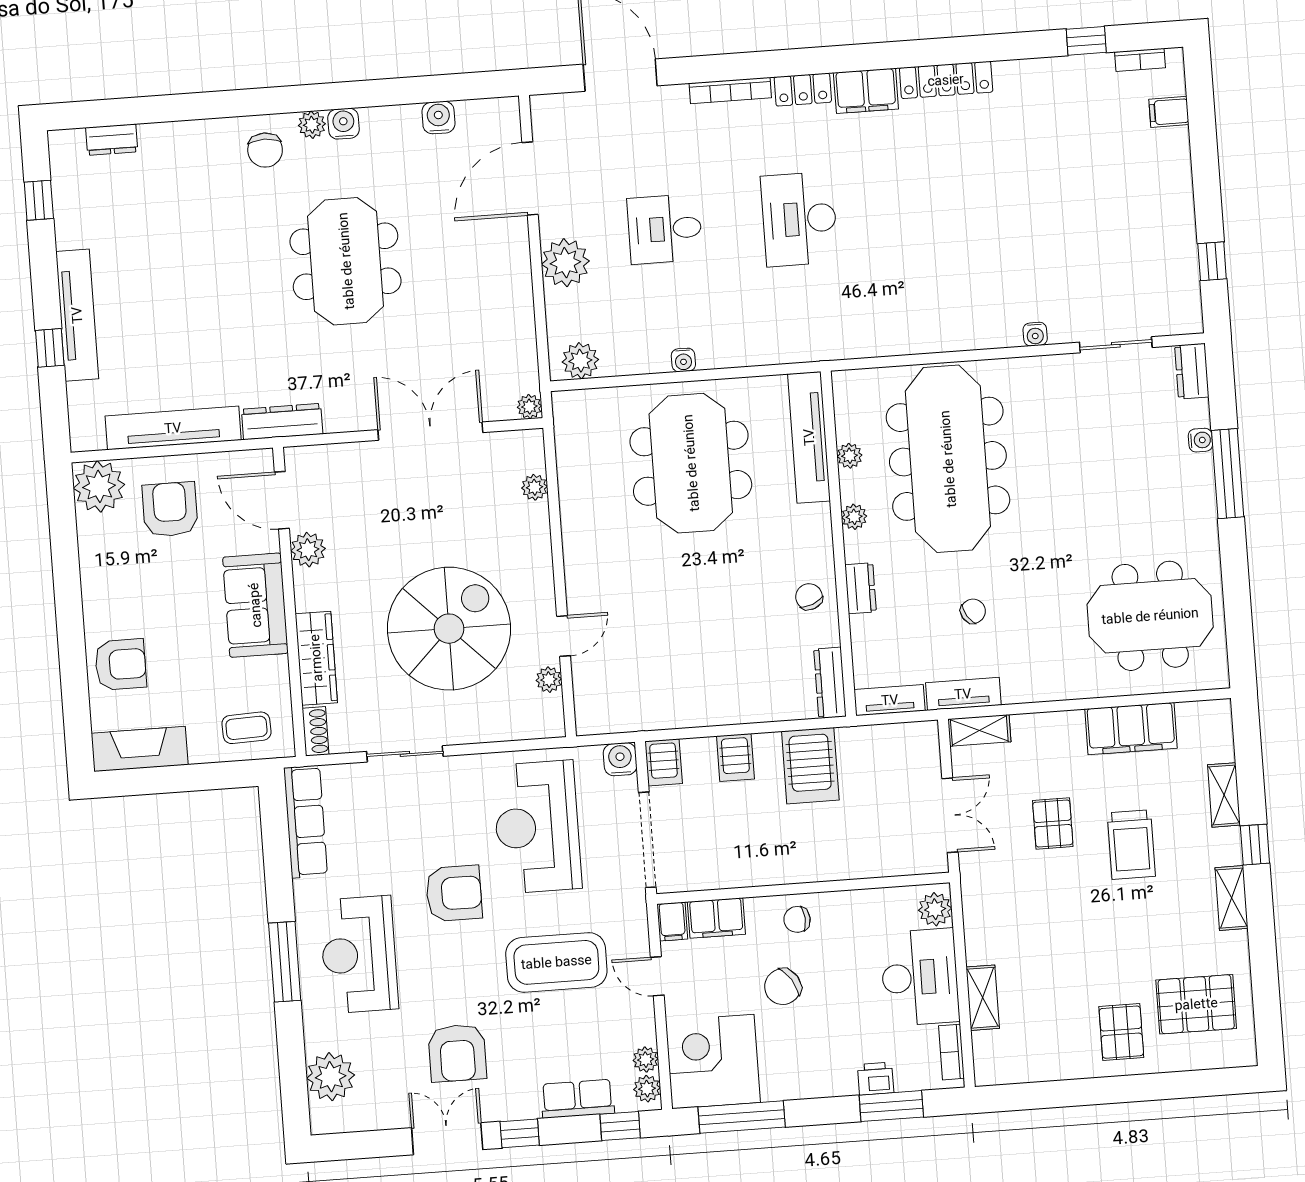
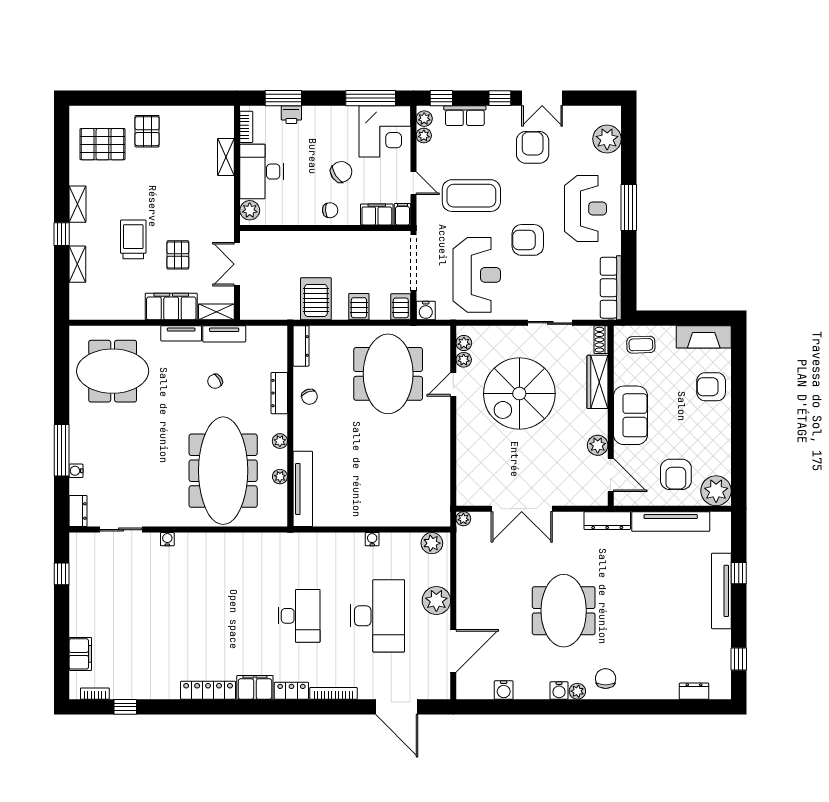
filing cabinet: (1169, 112) -> (80, 654), width x2.00
desk: (665, 229) -> (377, 616), width x1.87, depth x1.30
meeting table: (691, 463) -> (388, 374), moved
plant: (534, 487) -> (464, 343), moved
dresser: (861, 588) -> (279, 393), width x1.44
tv unit: (890, 700) -> (181, 333), moved
filing cabinet: (1131, 729) -> (171, 307), moved

